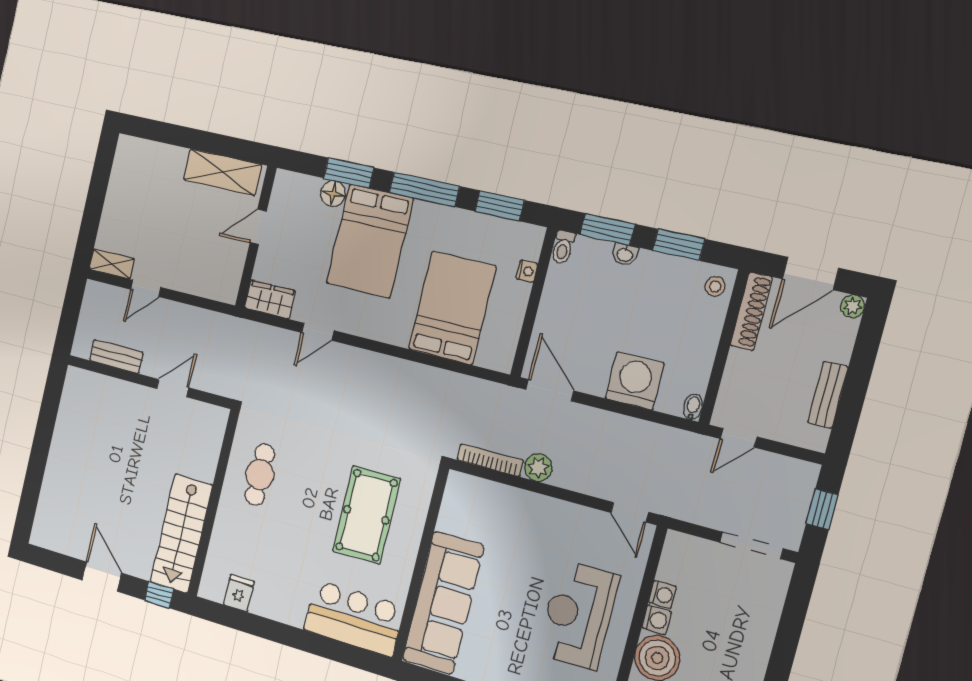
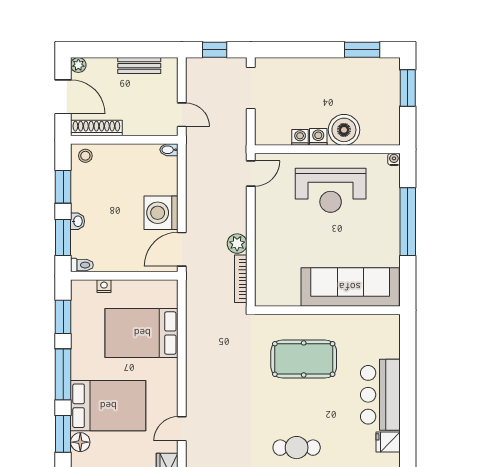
door: (318, 332) -> (182, 429), swing flipped
washing machine: (635, 381) -> (161, 213), moved
bar counter: (354, 618) -> (380, 395), moved

